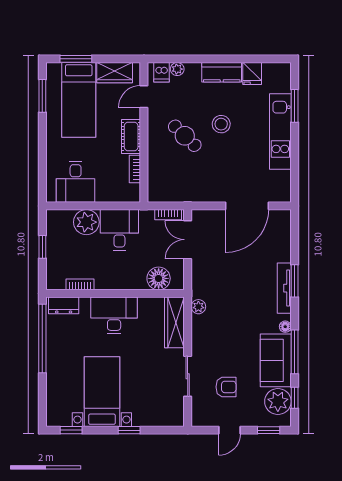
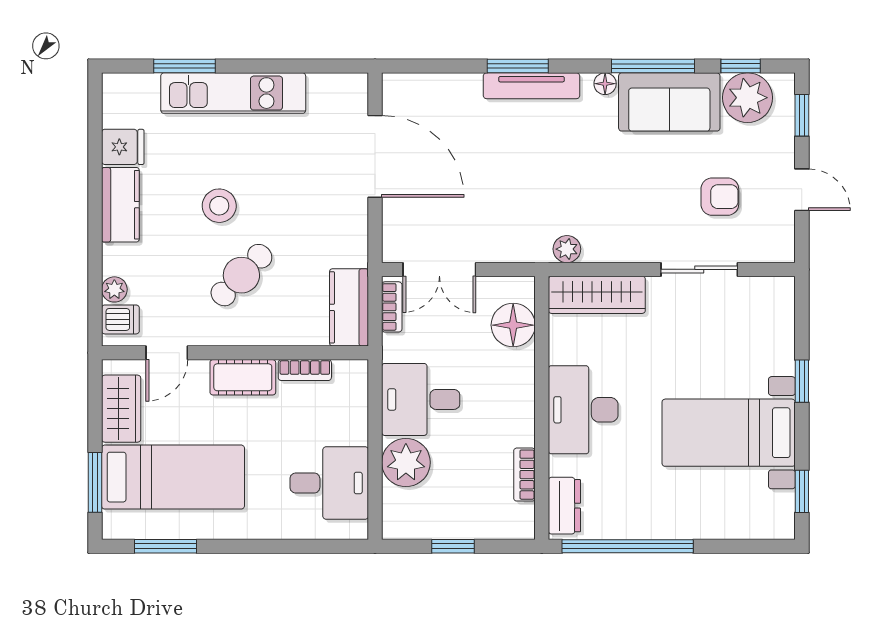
door: (144, 97) -> (167, 353), hinge flipped
kitchen counter: (168, 192) -> (349, 307), added
armchair: (226, 387) -> (720, 197), turned 90

